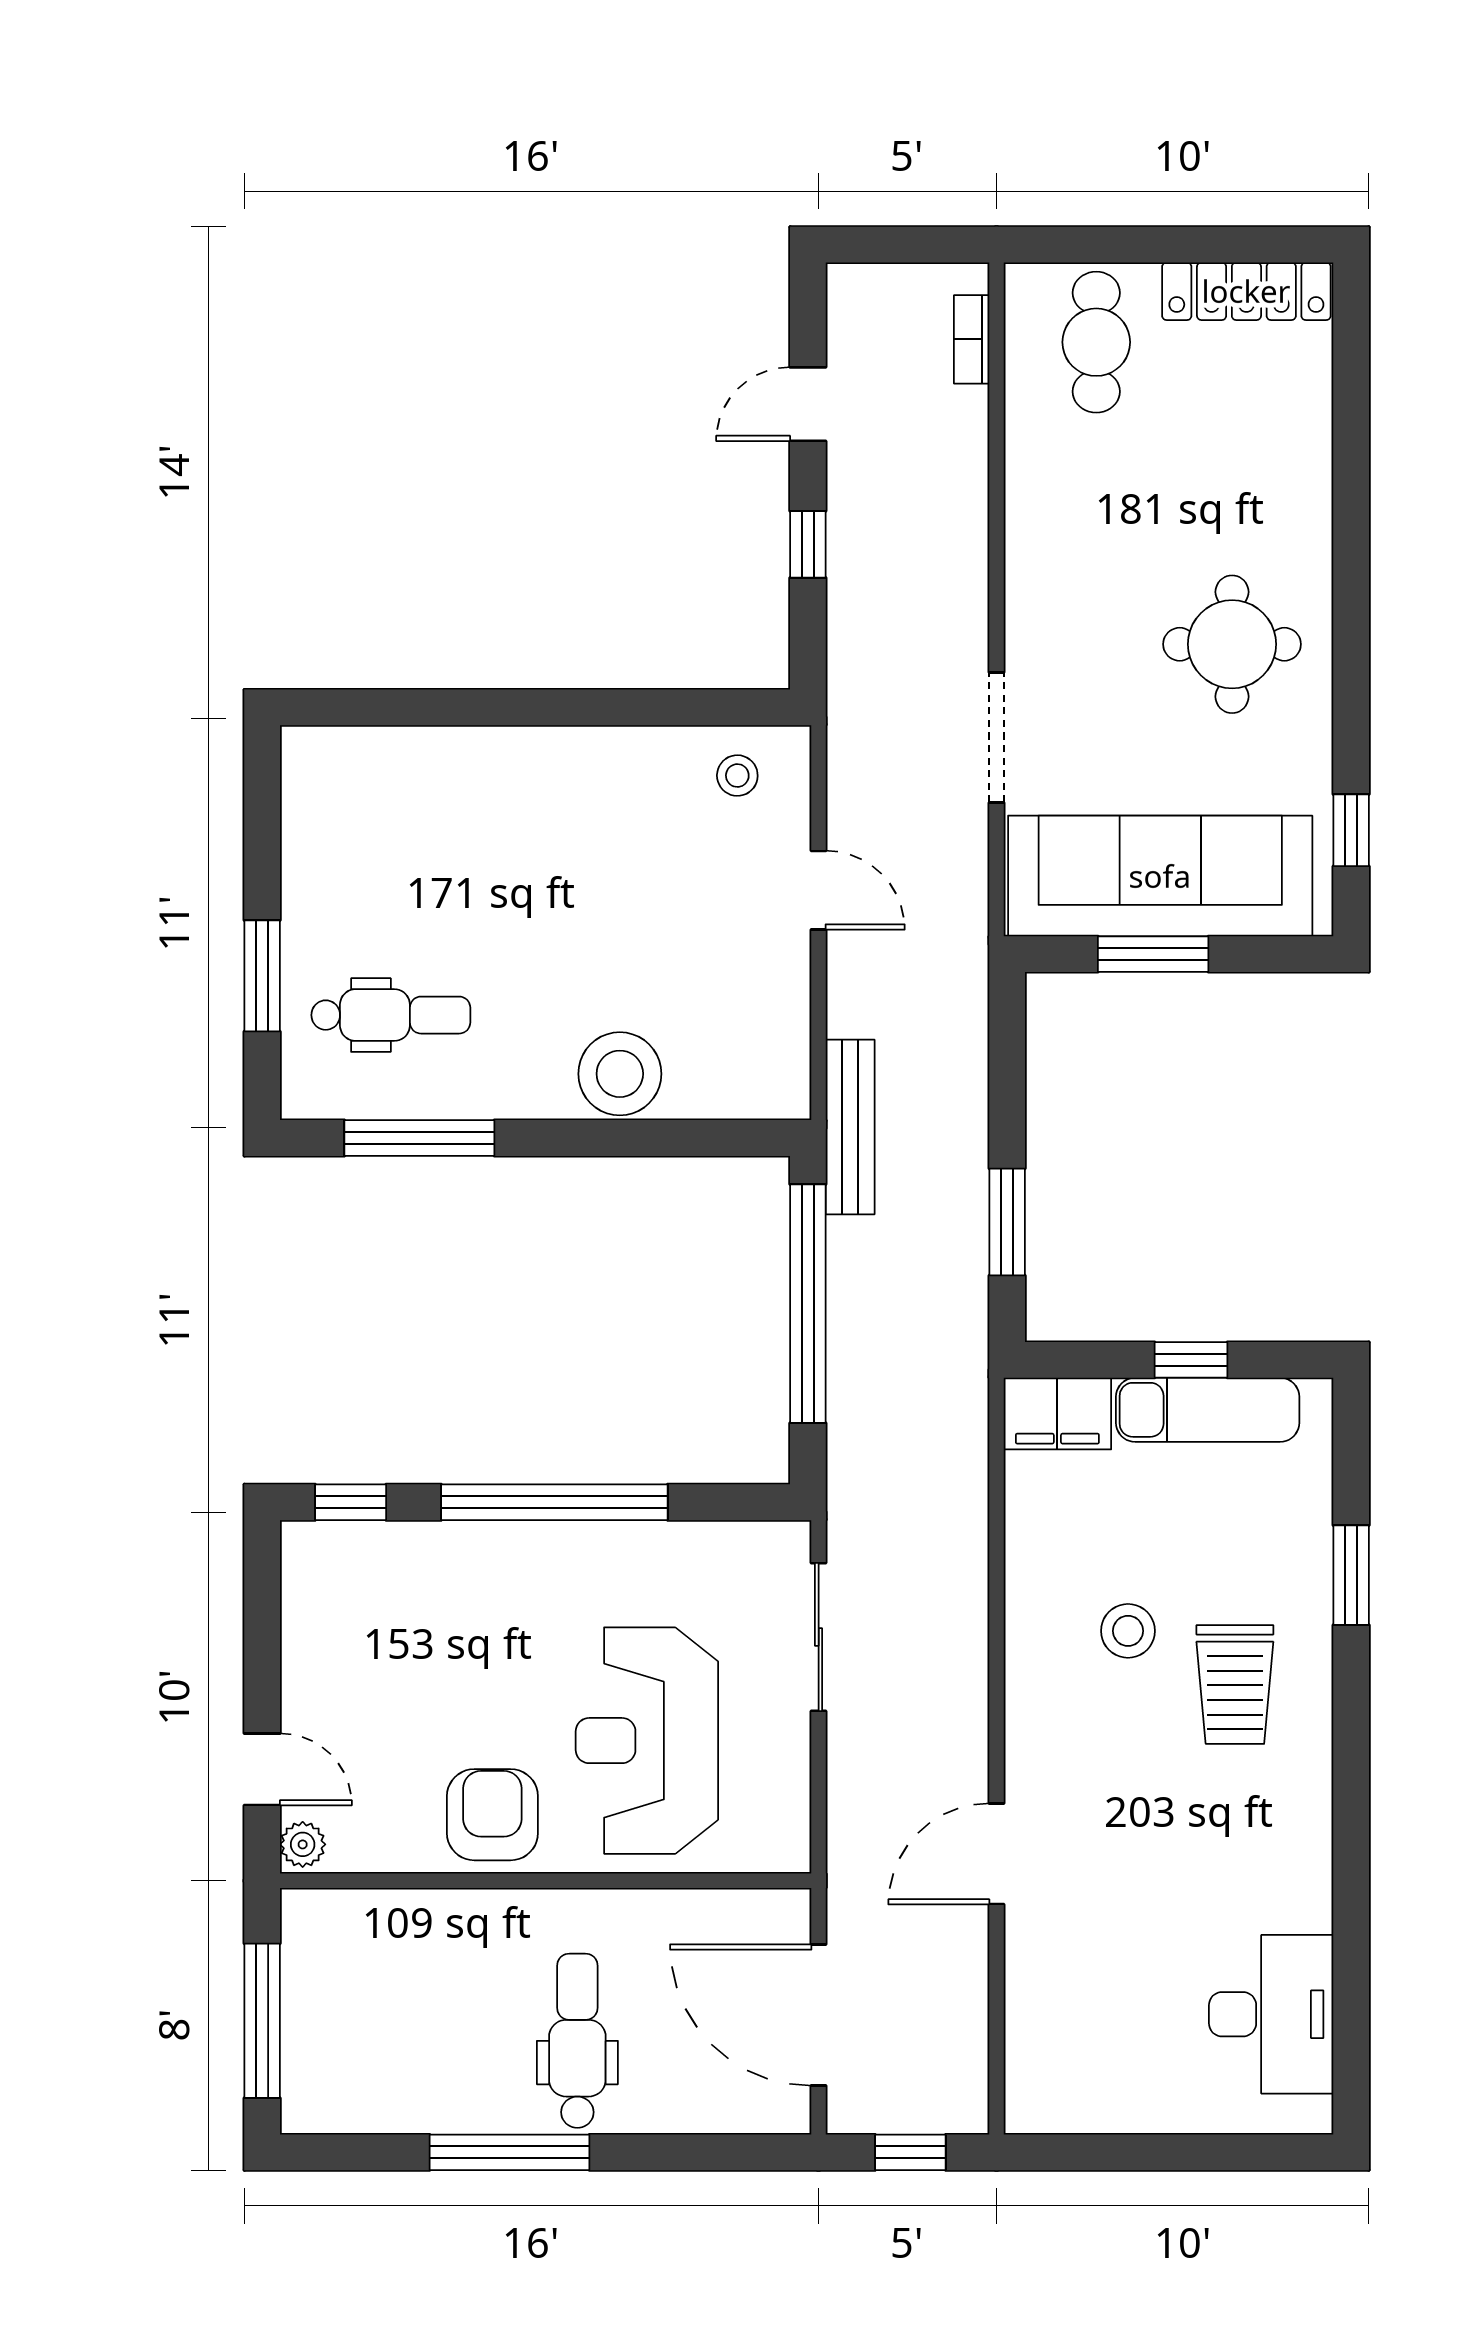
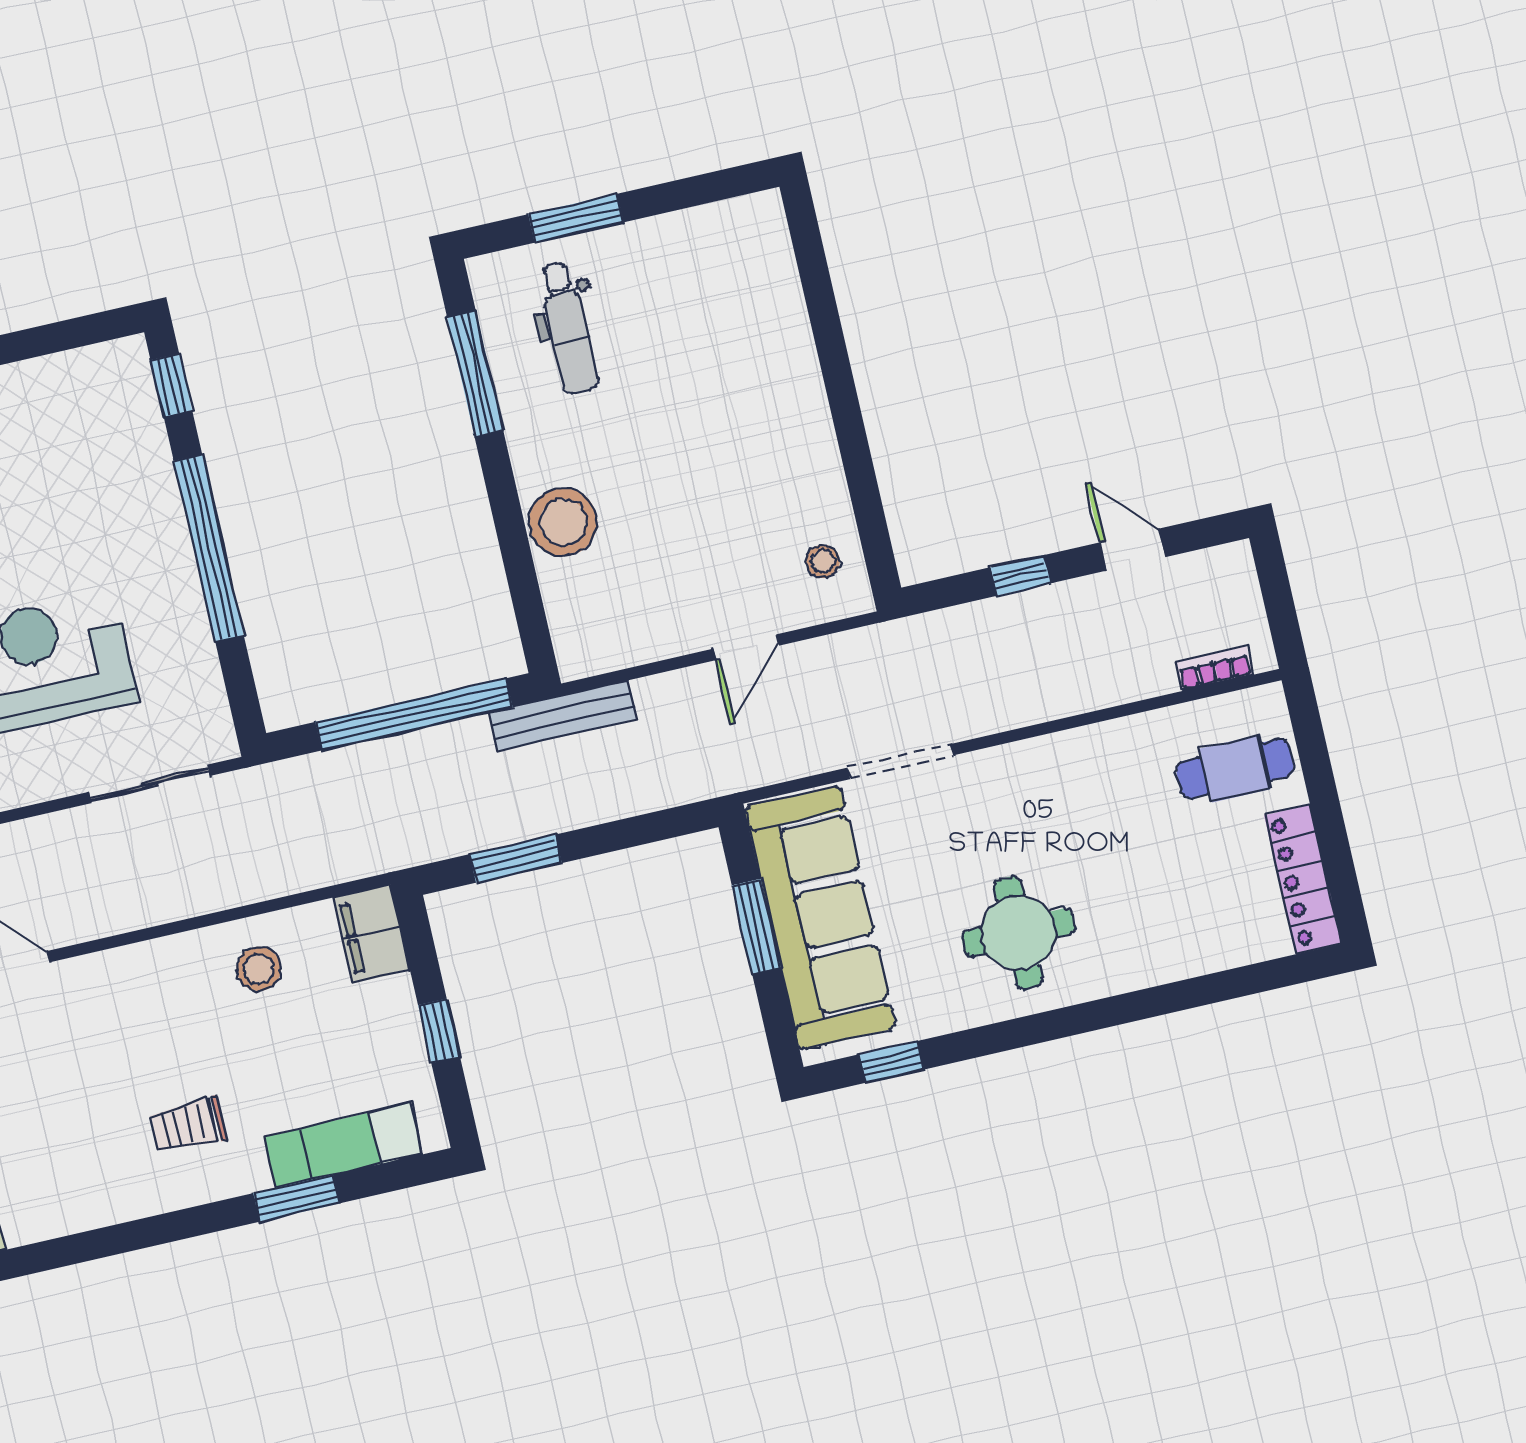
exam couch: (1208, 1410) -> (343, 1146), moved, turned 90
stool: (1128, 1631) -> (259, 969), moved
trolley: (1235, 1684) -> (188, 1125), width x0.73, depth x0.72

